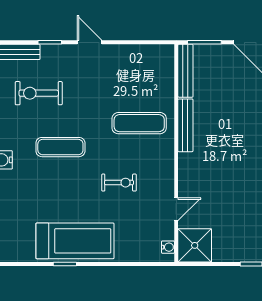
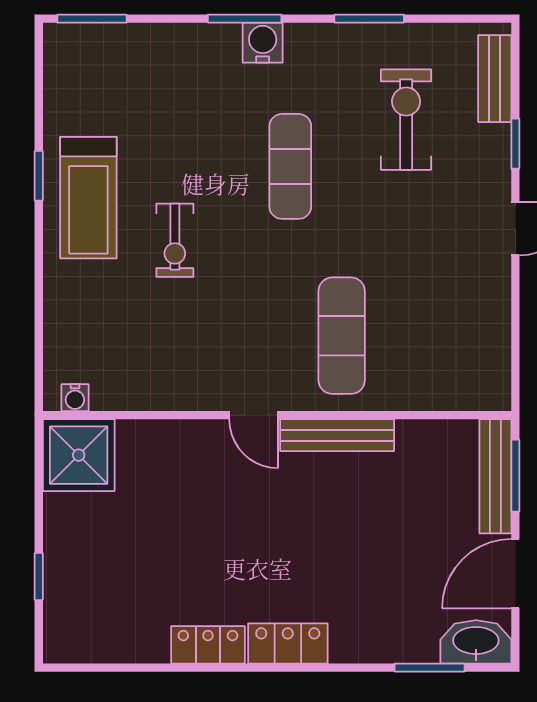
bench: (185, 71) -> (495, 476), moved, turned 90
exercise bike: (119, 183) -> (175, 240), moved
door: (176, 209) -> (254, 415), moved
treadmill: (75, 241) -> (88, 198), width x0.73, depth x0.73

